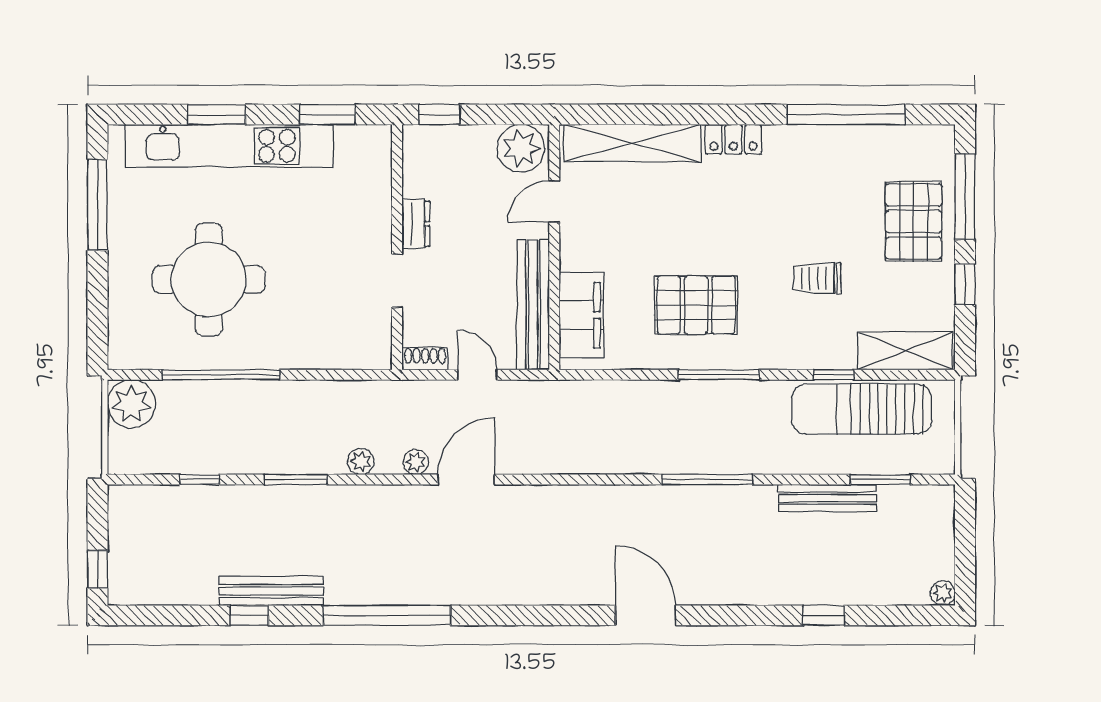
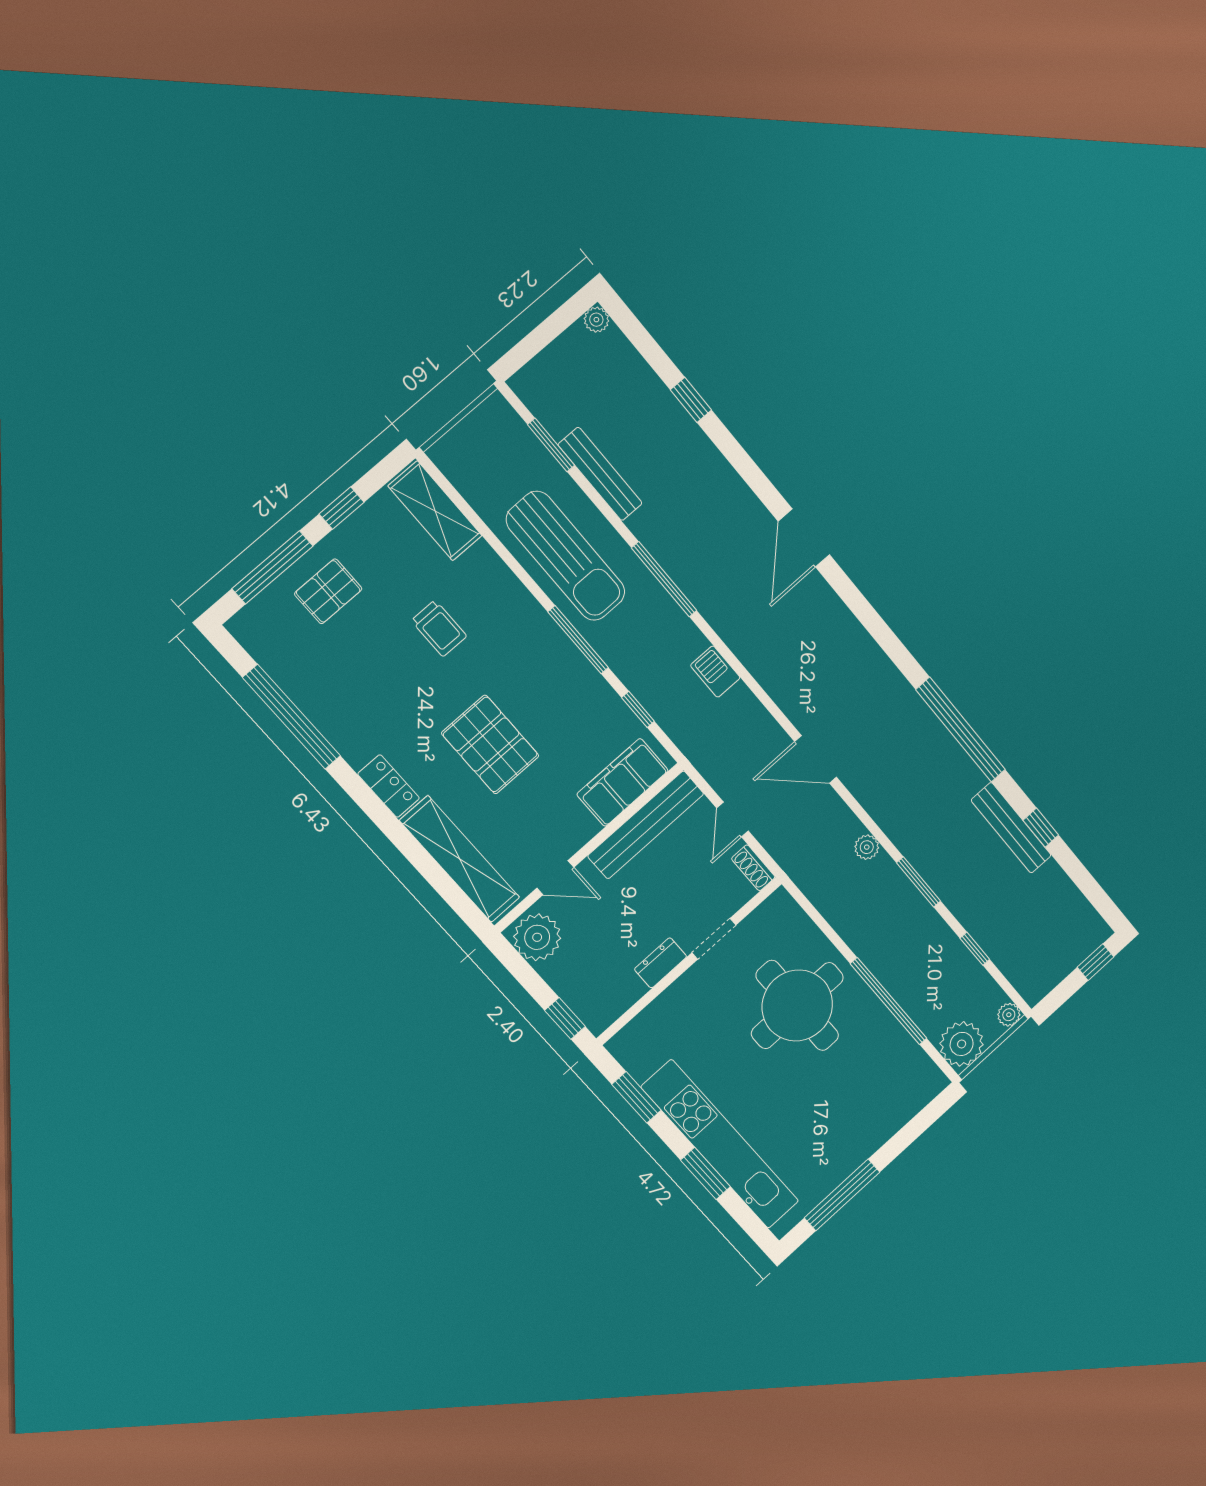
pallet: (914, 222) -> (328, 591), width x0.67, depth x0.71
round table: (209, 279) -> (797, 1005), moved
pallet: (696, 305) -> (490, 745), moved
window: (834, 375) -> (638, 709), moved
sun lounger: (862, 409) -> (566, 556), moved
barbecue: (603, 459) -> (715, 672), added
plant: (416, 462) -> (1009, 1015), moved

